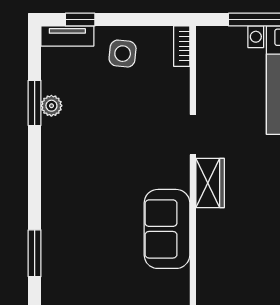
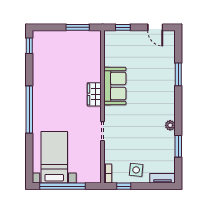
window: (80, 20) -> (124, 186), moved
plant: (51, 106) -> (170, 125), moved
wardrobe: (210, 183) -> (94, 94), moved

